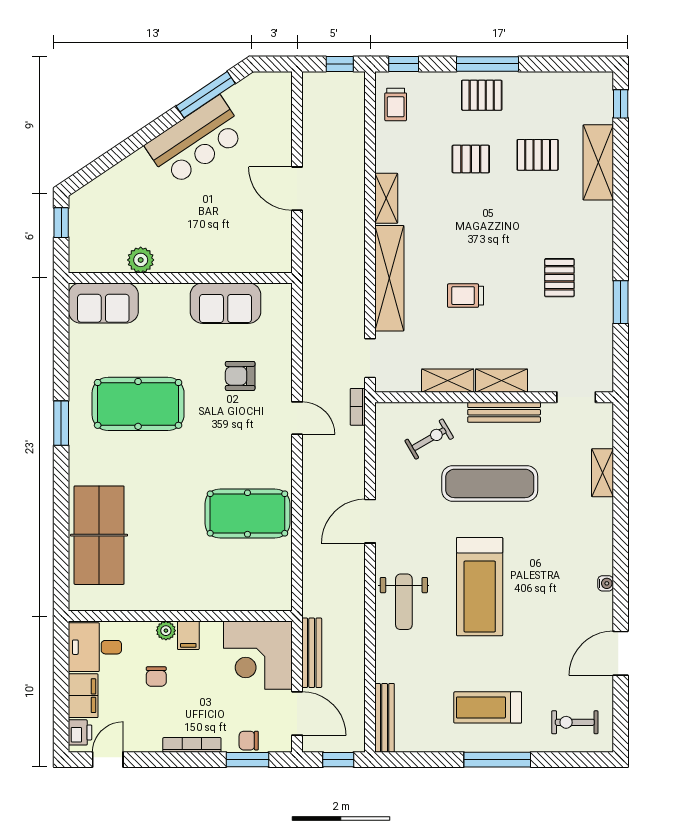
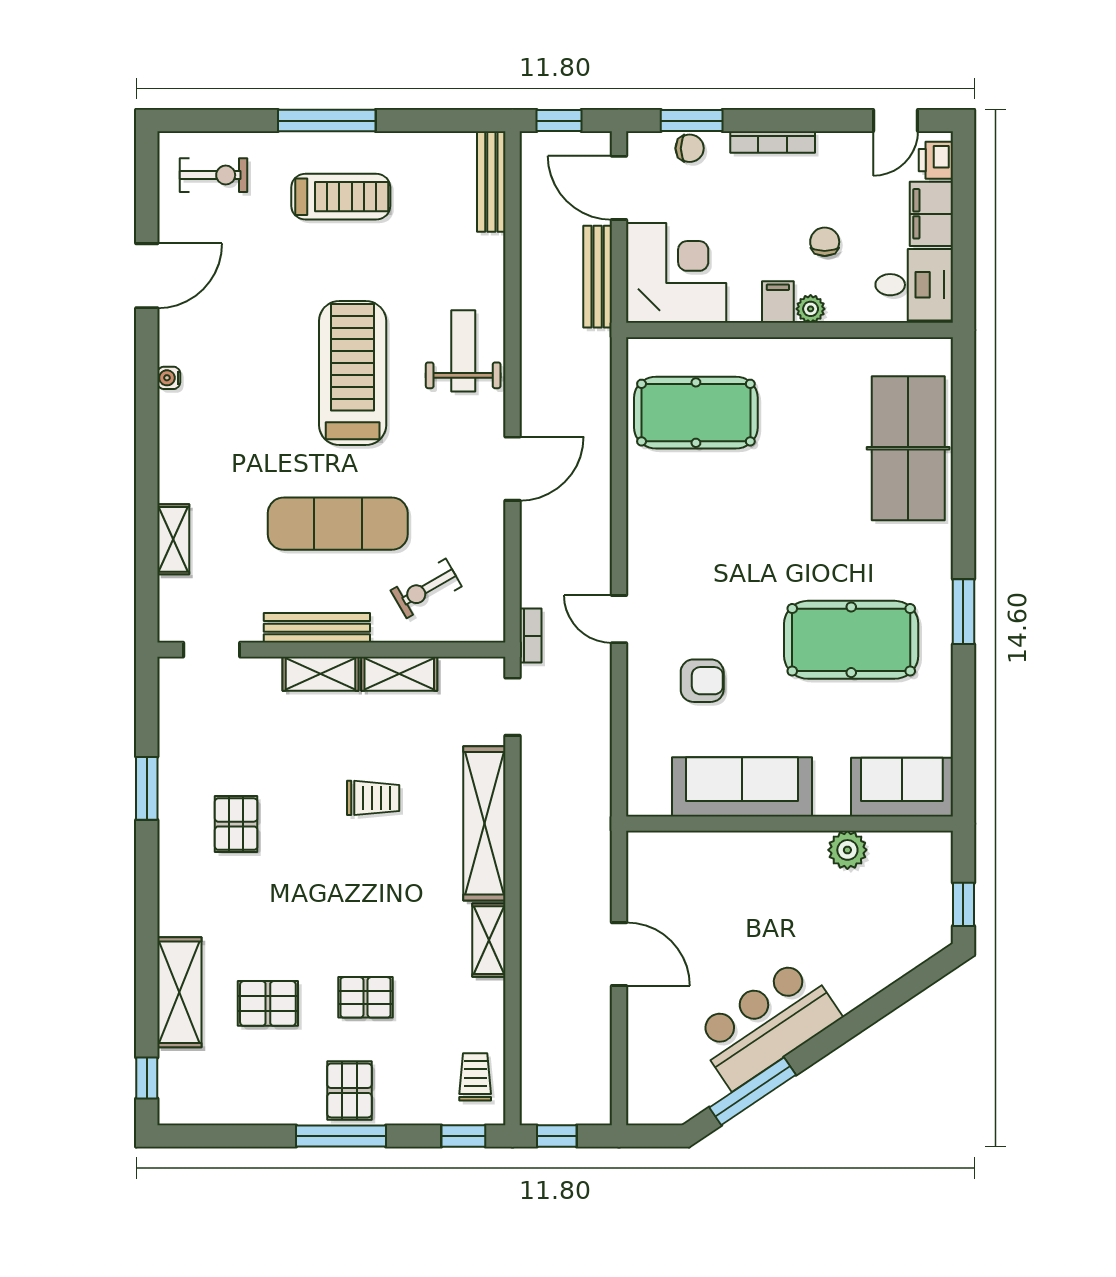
pallet: (482, 95) -> (349, 1090), turned 90
sofa: (226, 303) -> (742, 787), width x1.36
pool table: (247, 513) -> (696, 413), moved

